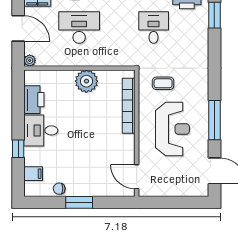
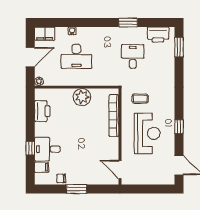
desk: (79, 27) -> (76, 56), turned 180
door: (18, 28) -> (30, 57), hinge flipped
window: (214, 120) -> (179, 127), width x0.46
desk: (41, 130) -> (47, 149), moved

